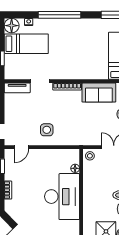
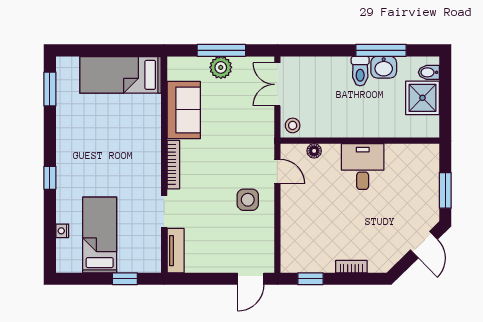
window: (59, 15) -> (50, 178), width x0.32
floor lamp: (12, 26) -> (68, 260), removed
door: (21, 147) -> (277, 171), moved
desk: (62, 197) -> (363, 167), width x0.53, depth x0.77

